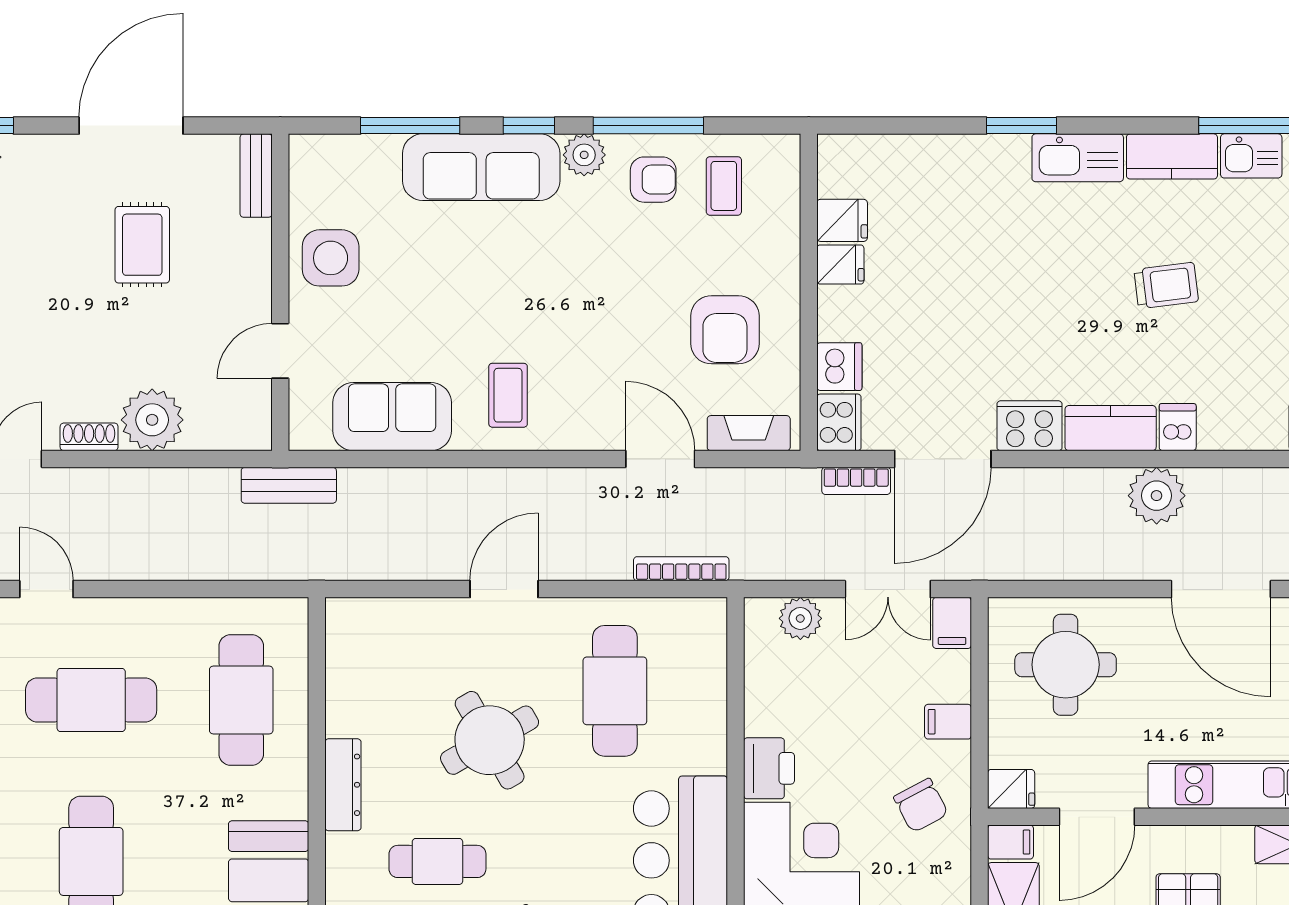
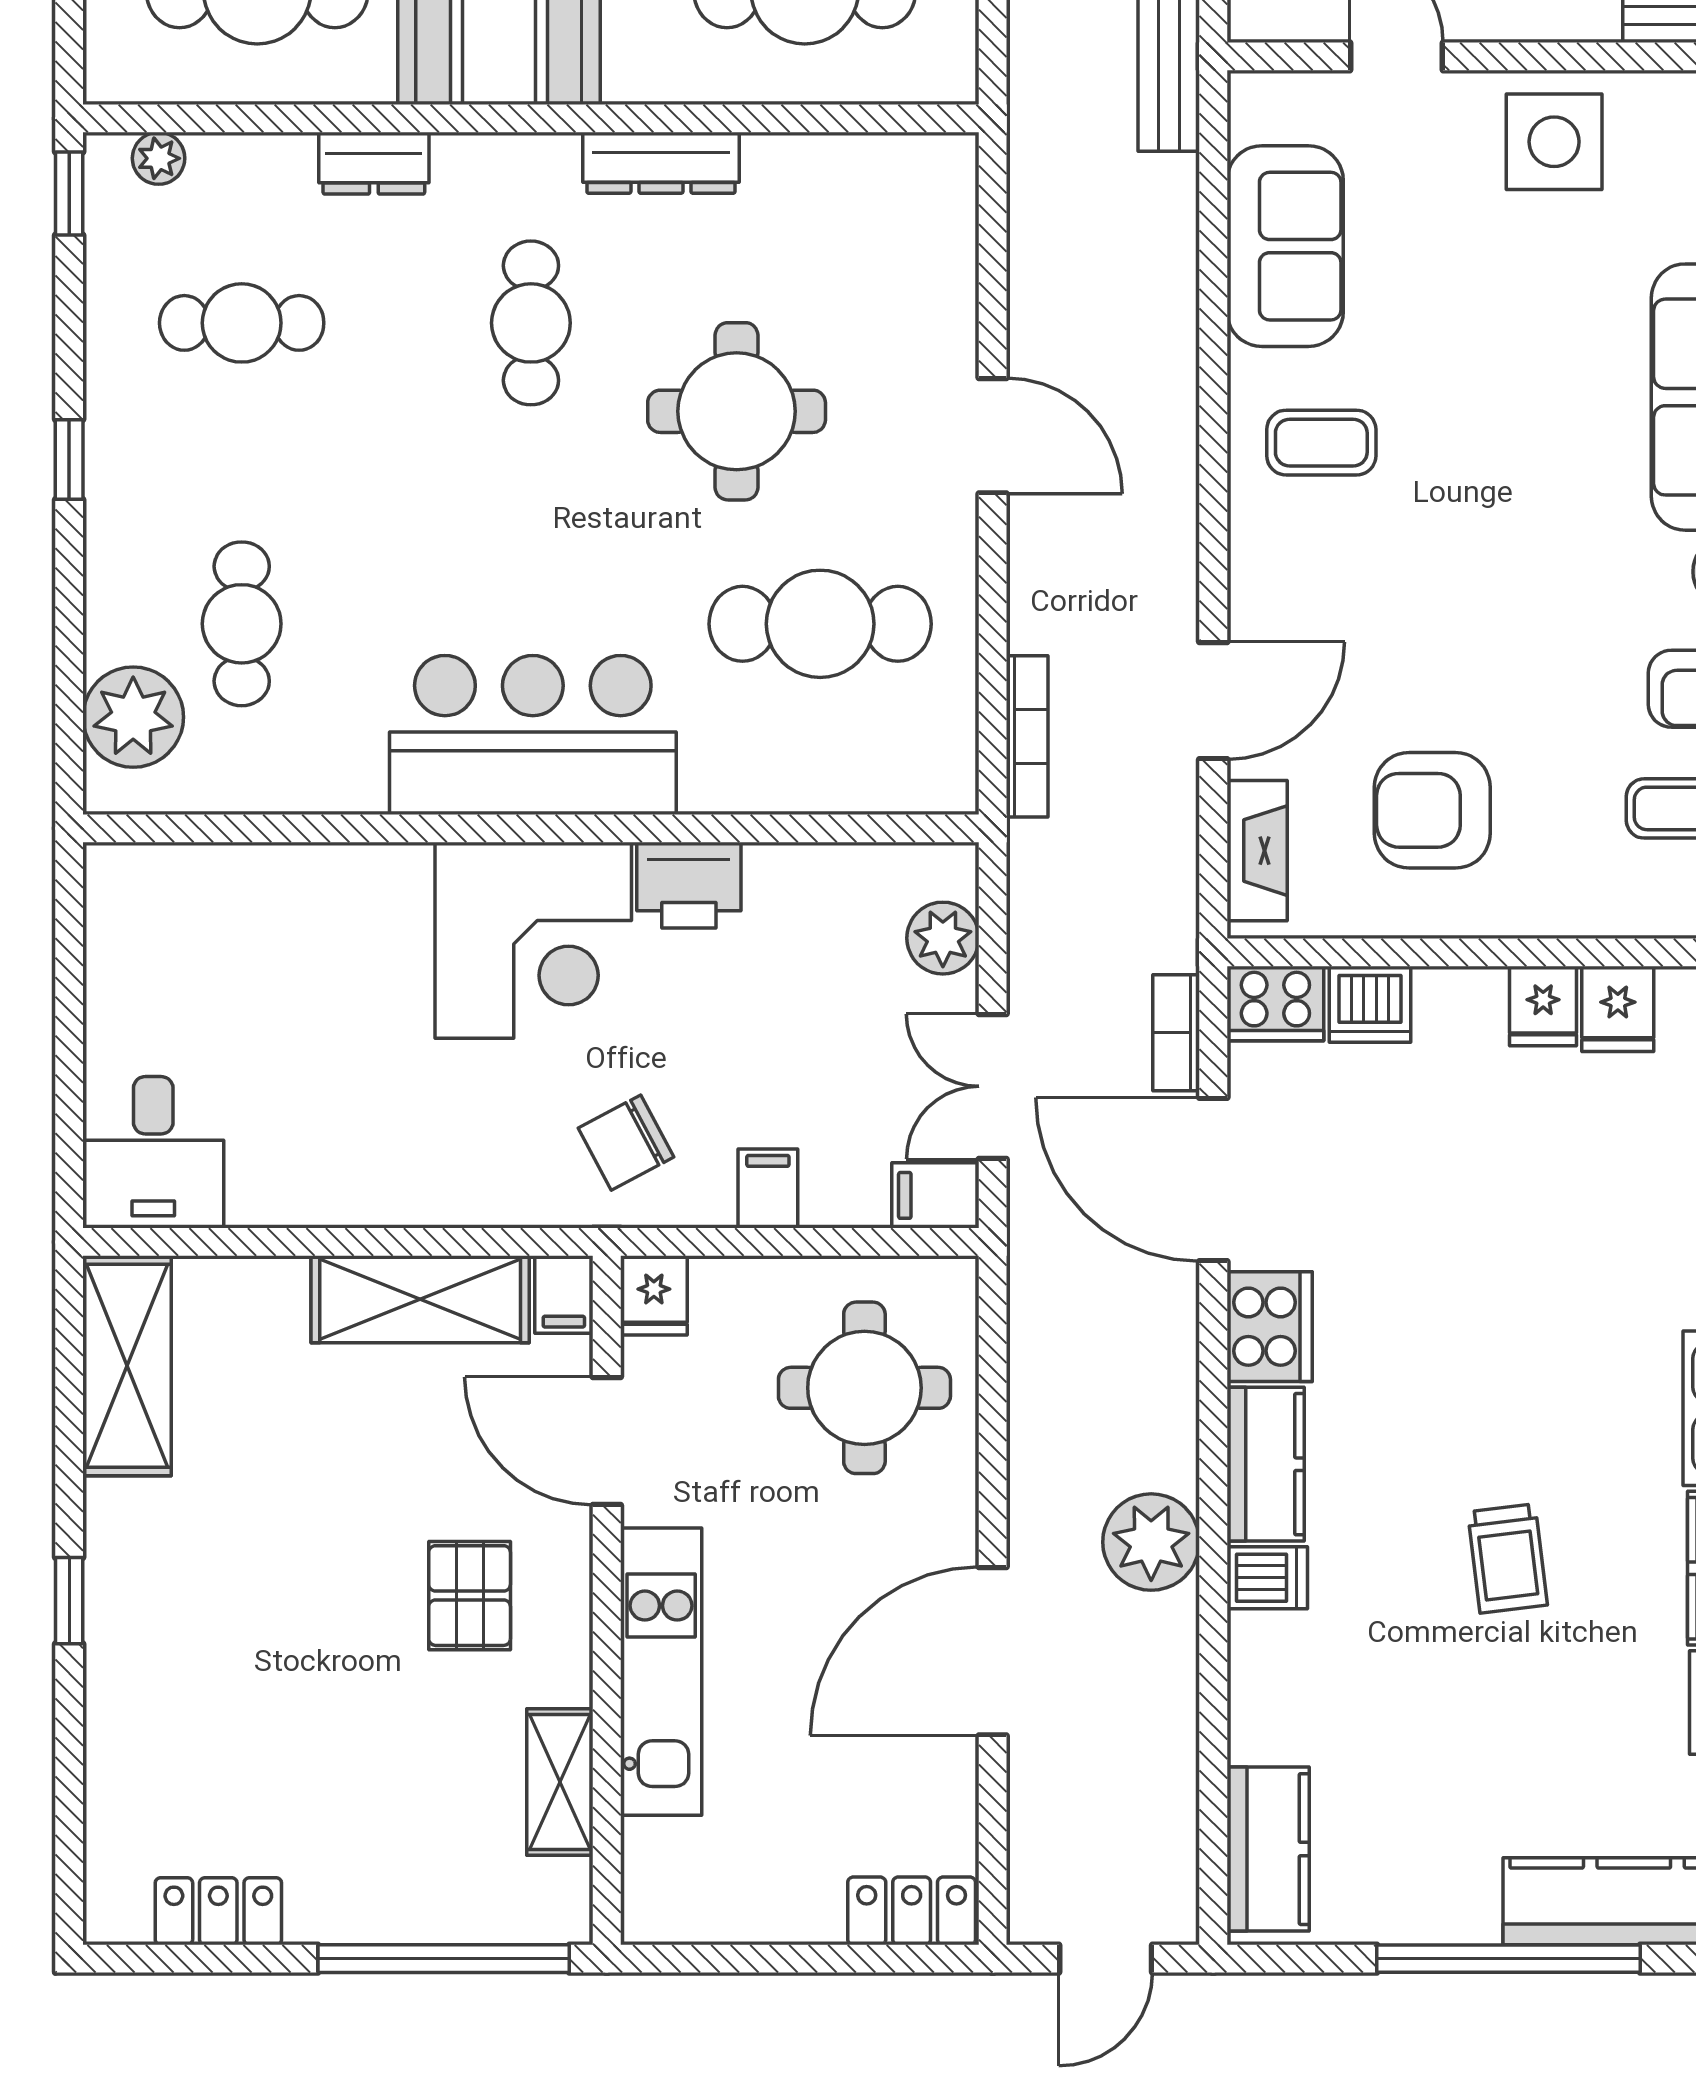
round table: (490, 740) -> (737, 411), turned 30

